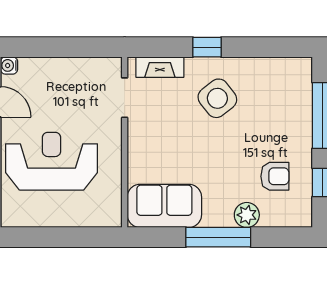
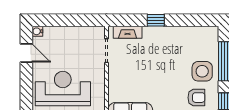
side table: (217, 98) -> (202, 71), moved, turned 38

